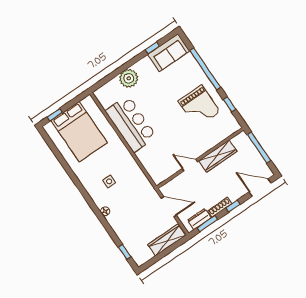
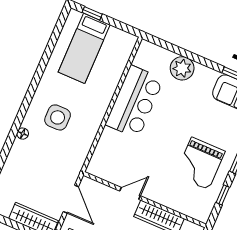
bed: (79, 132) -> (84, 48), width x0.67
door: (190, 165) -> (130, 193), hinge flipped
side table: (109, 181) -> (58, 117), width x1.87, depth x1.87

